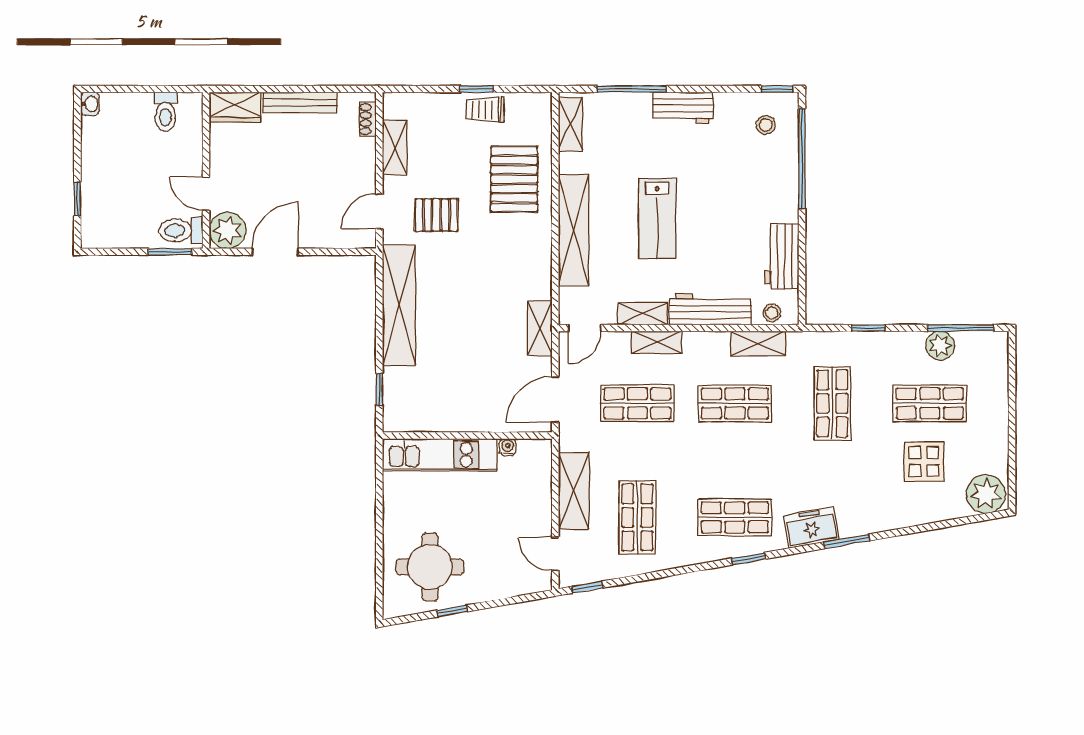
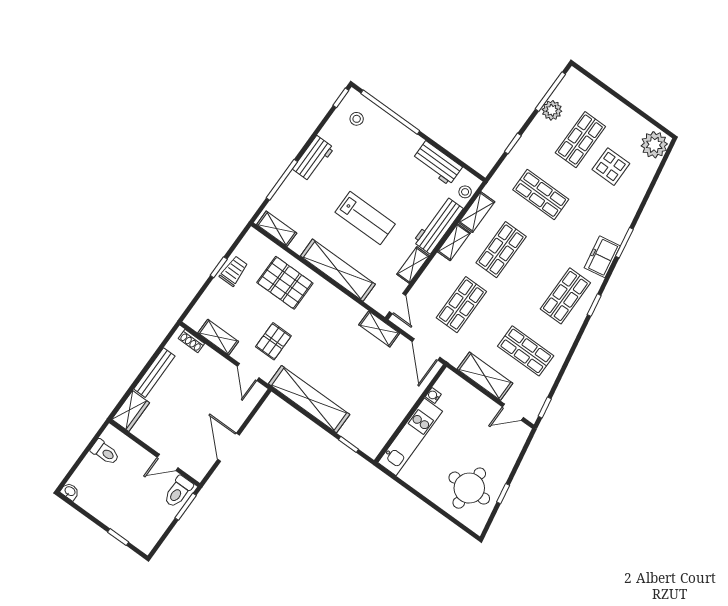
trolley: (485, 110) -> (234, 271), turned 180
plant: (227, 230) -> (197, 465), removed
shelving: (657, 342) -> (454, 242), moved

